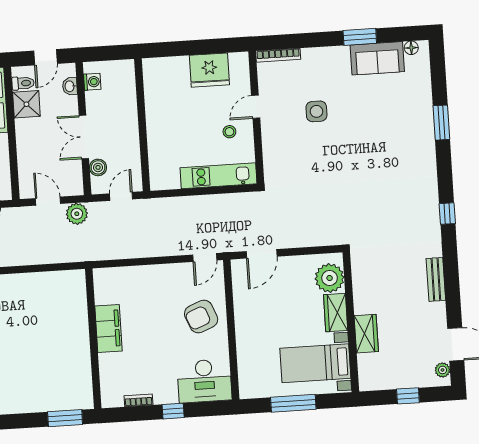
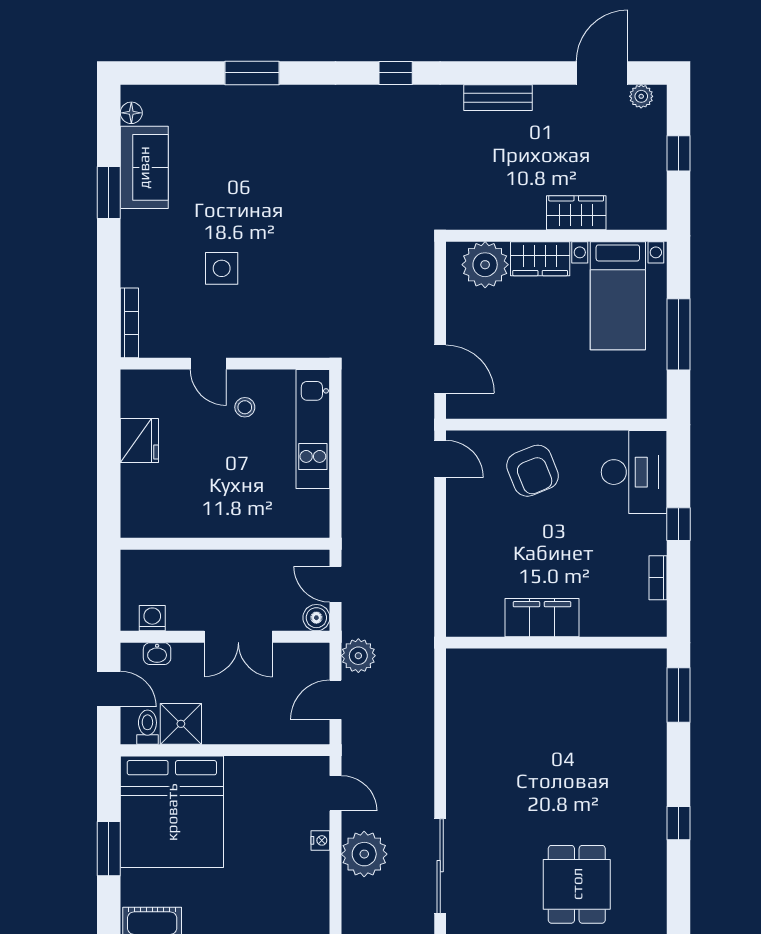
fridge: (209, 70) -> (139, 441), width x0.73, depth x0.75
boiler: (98, 167) -> (316, 618), moved

